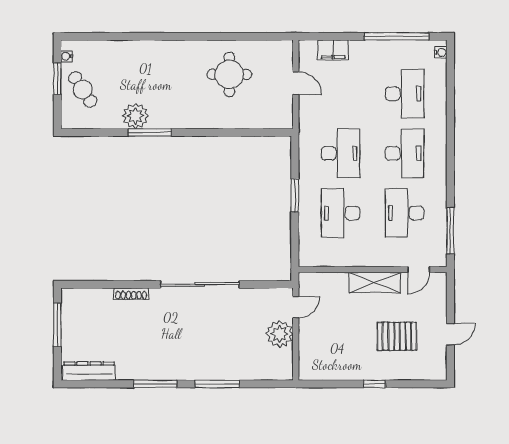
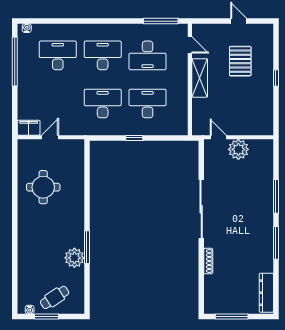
filing cabinet: (333, 50) -> (29, 128), moved, turned -90
window: (295, 195) -> (134, 138), width x0.67
desk: (341, 213) -> (148, 103), turned 180

